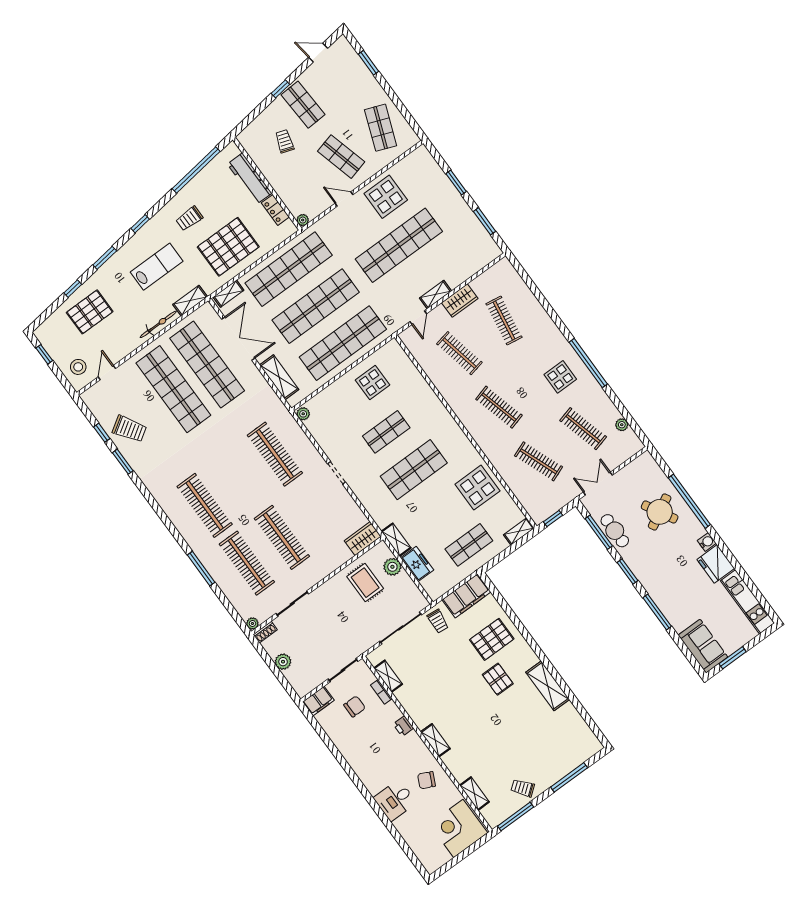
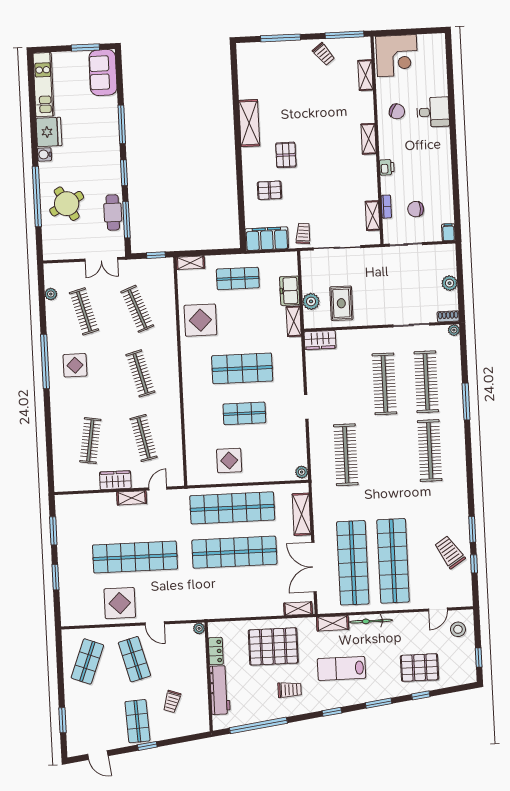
shop shelf: (289, 269) -> (237, 596), removed
pallet: (492, 639) -> (270, 190), width x0.67, depth x0.71
filing cabinet: (318, 701) -> (448, 232), width x0.50

